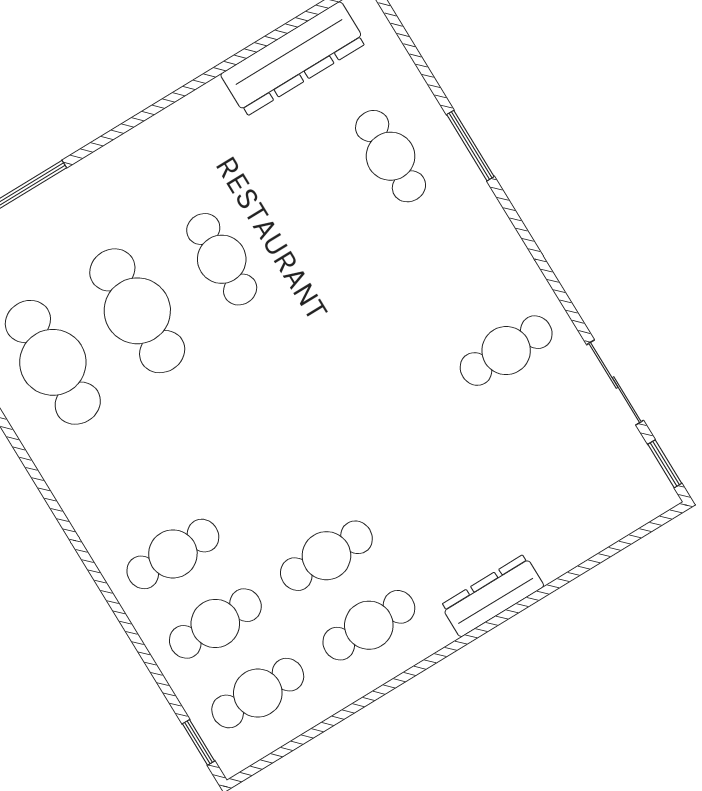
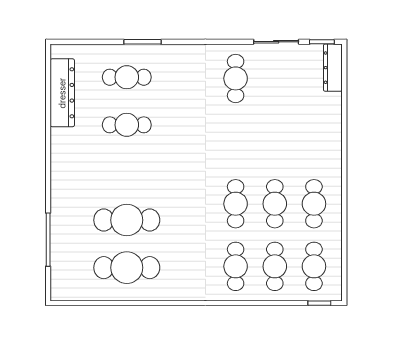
cafe table: (222, 259) -> (127, 125), moved
cafe table: (284, 486) -> (236, 204), added
dresser: (492, 596) -> (333, 68), moved

